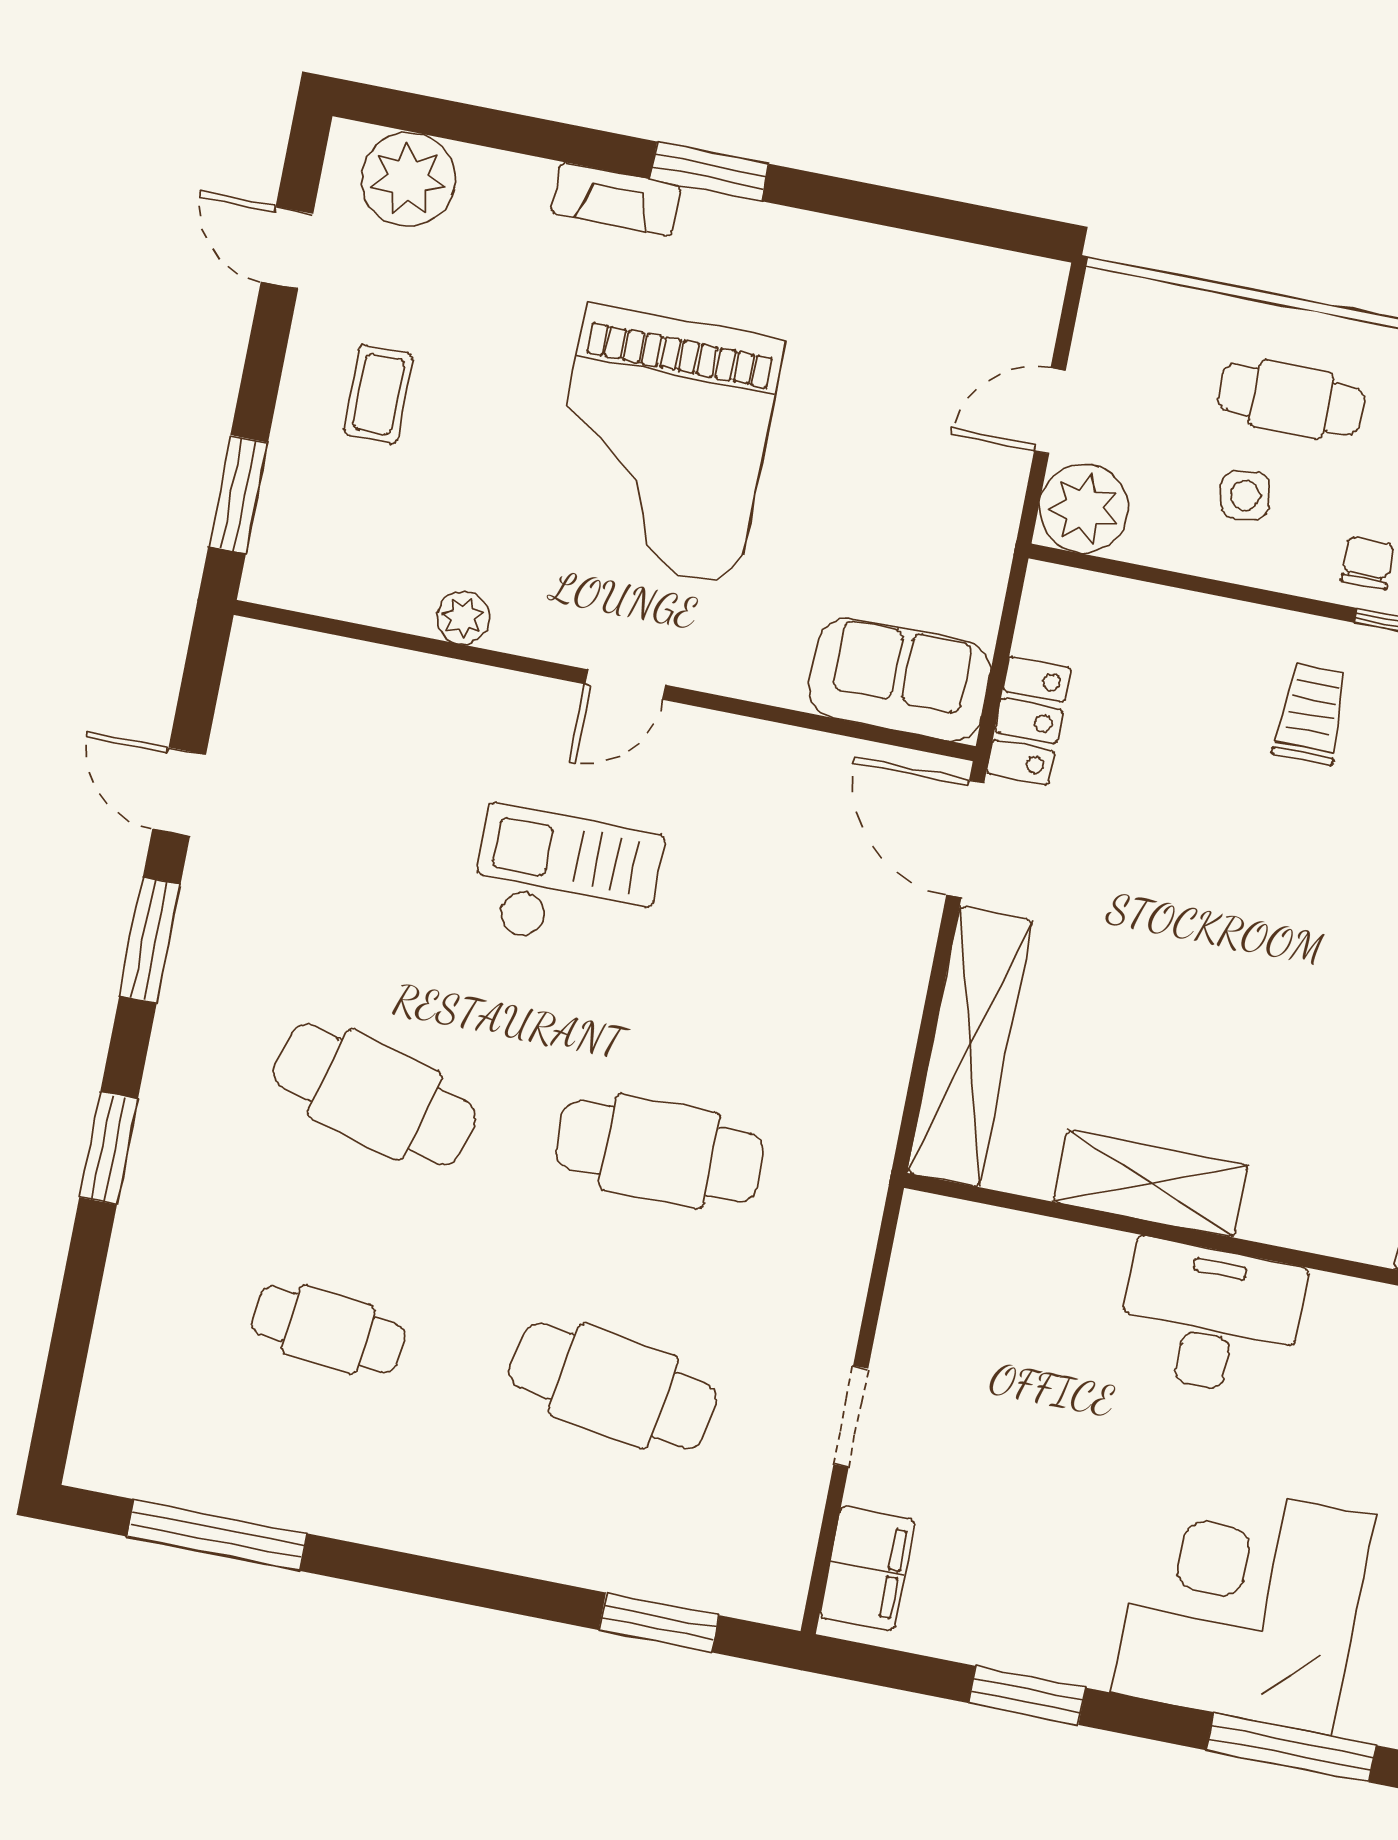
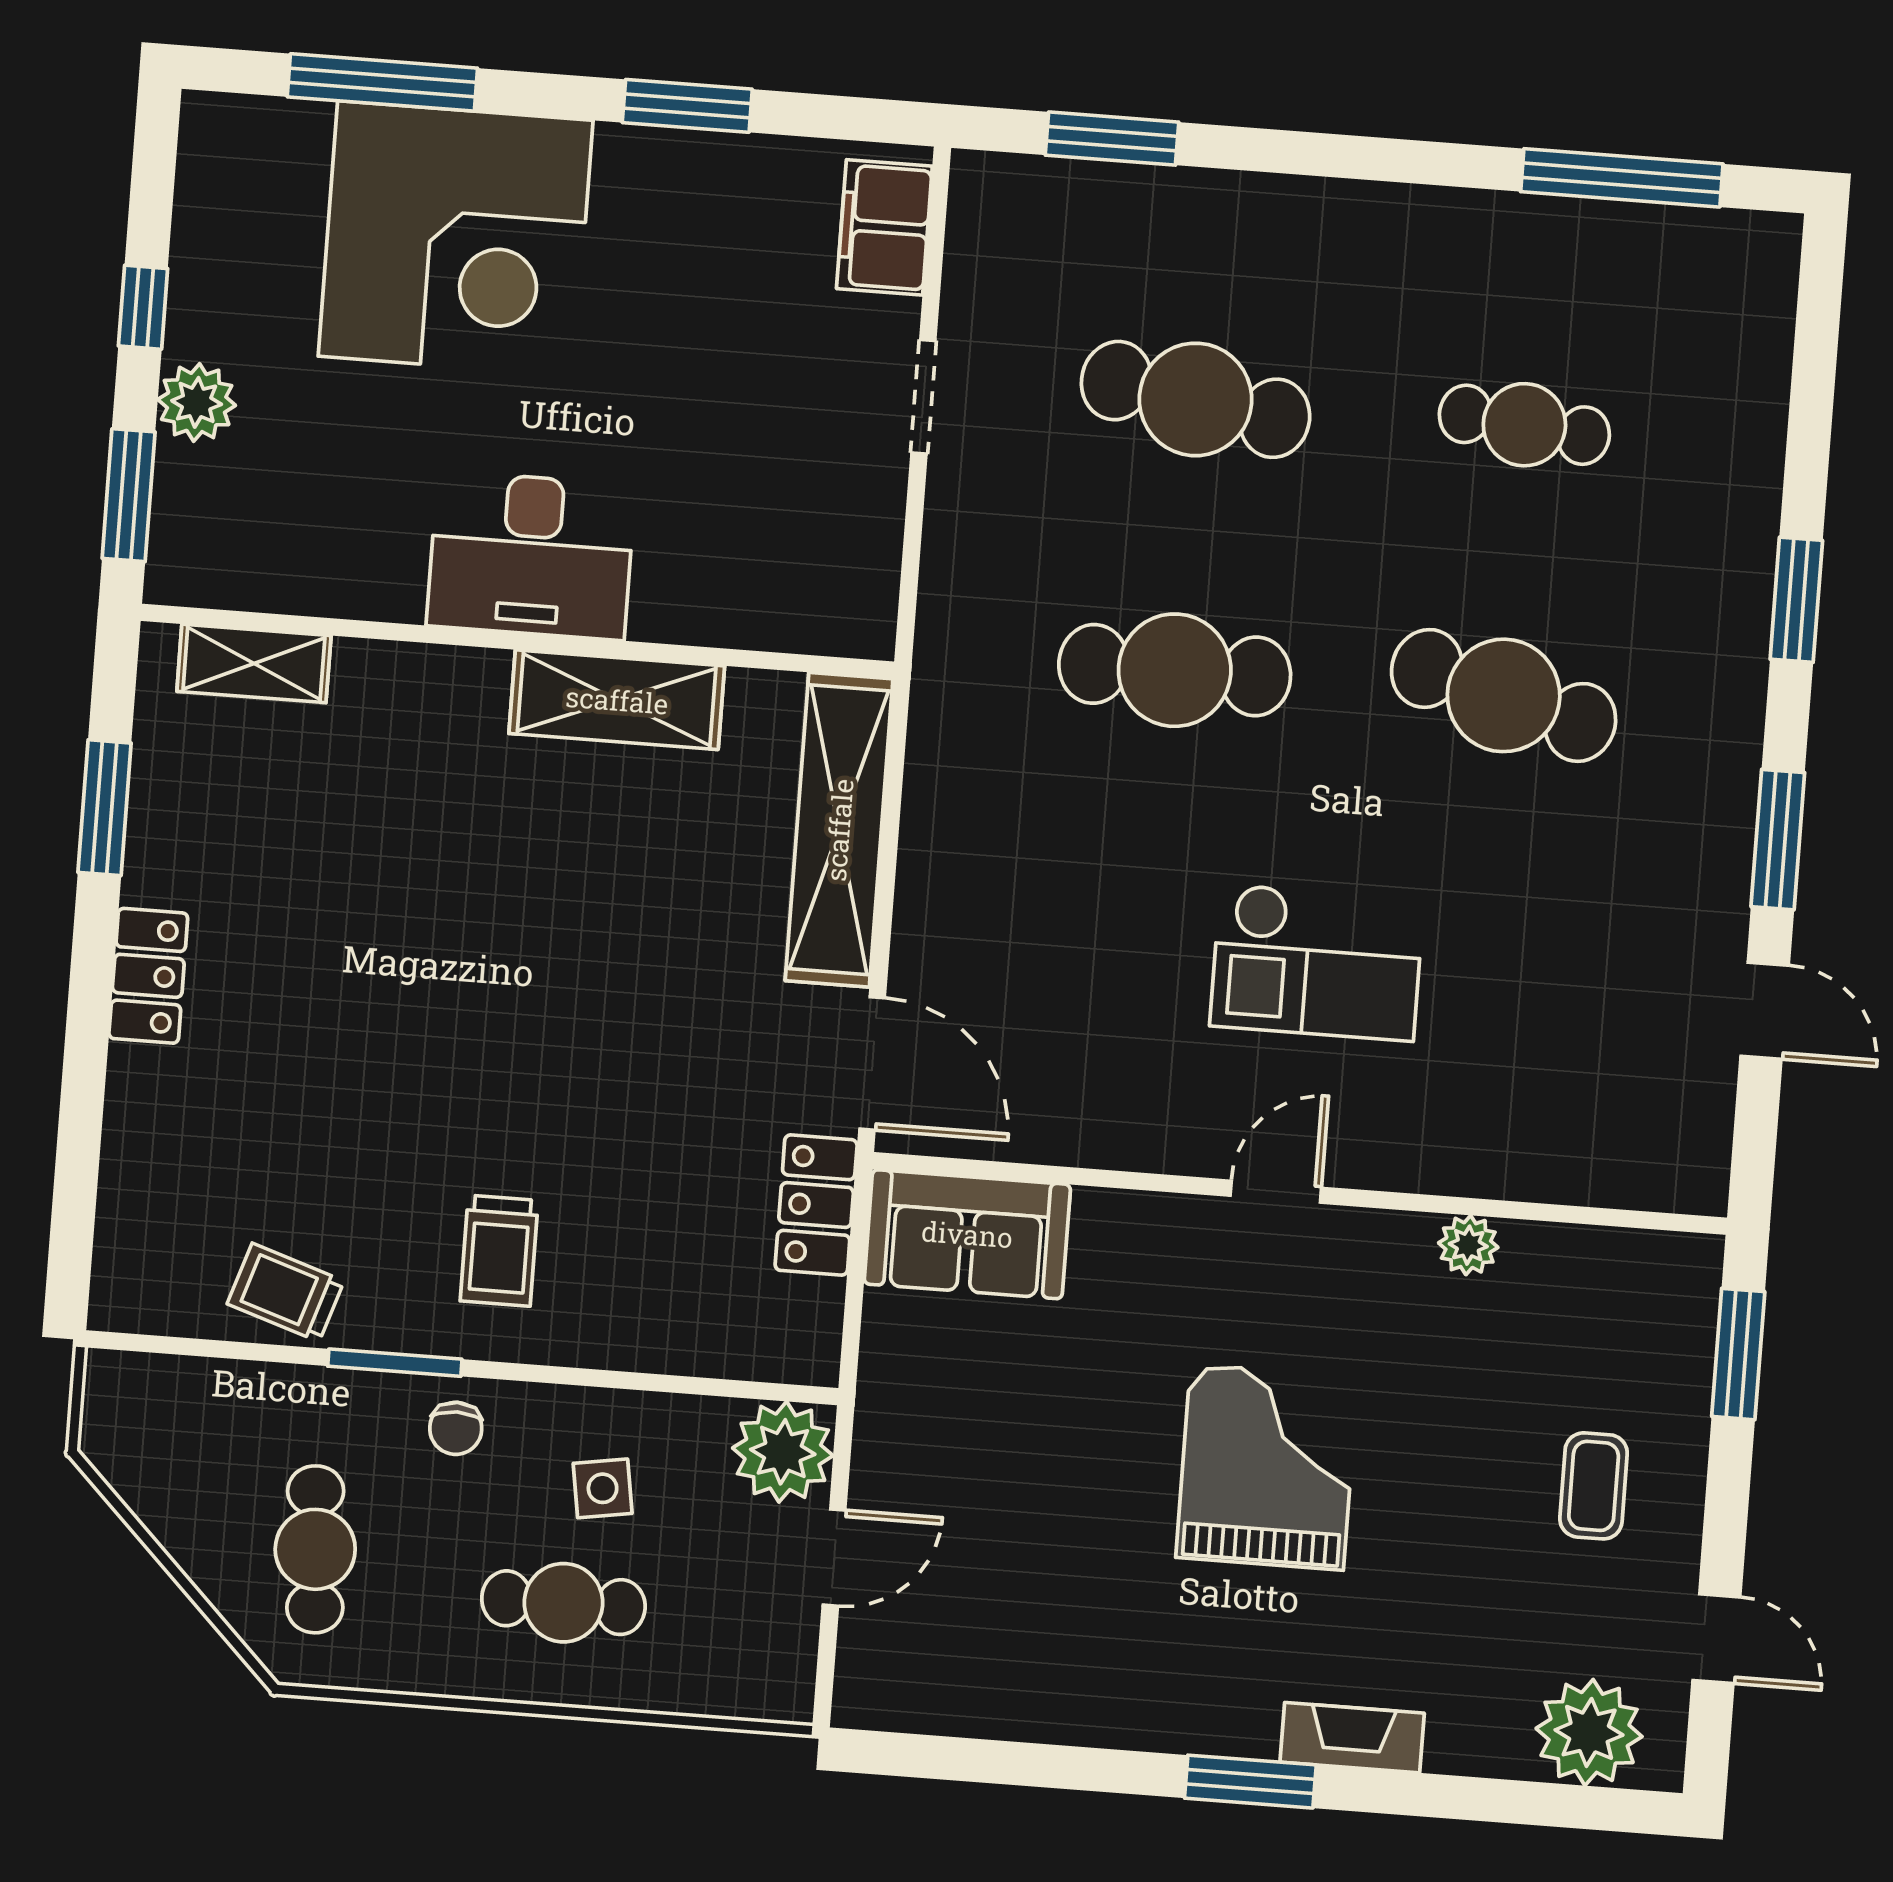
grand piano: (662, 445) -> (1267, 1467), width x0.73, depth x0.68

